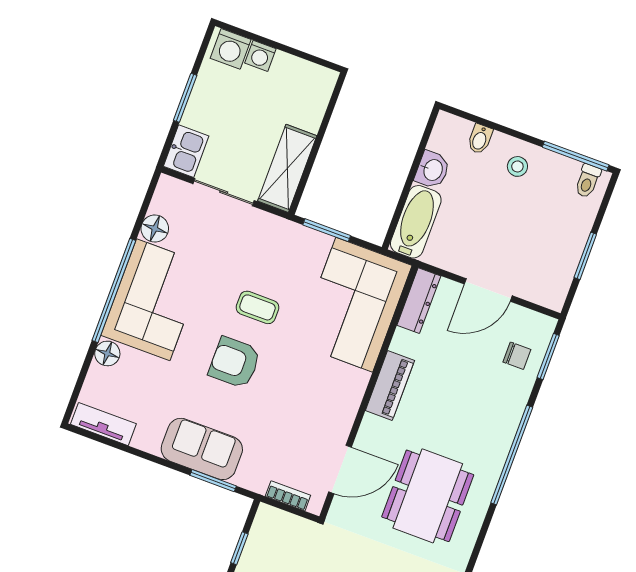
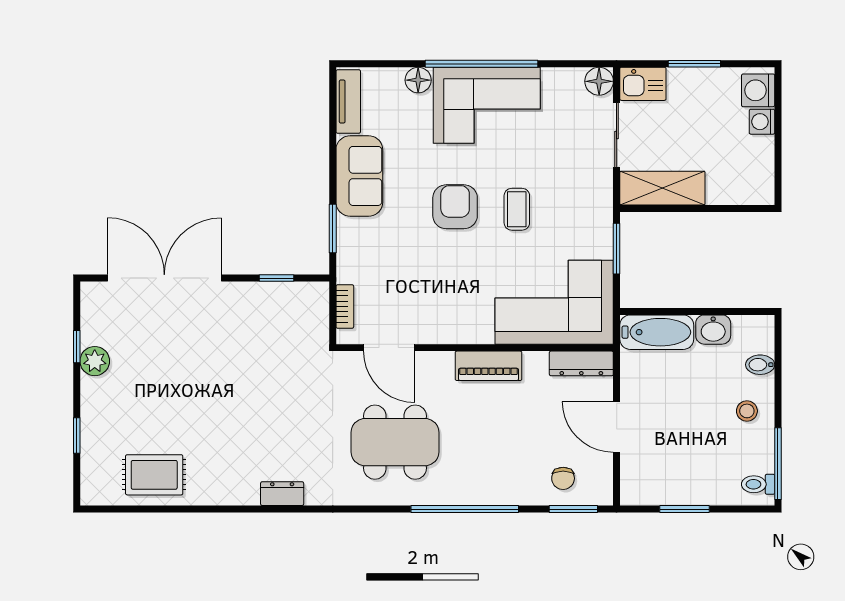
floor lamp: (155, 229) -> (599, 81), moved
sofa: (202, 449) -> (359, 176), moved

